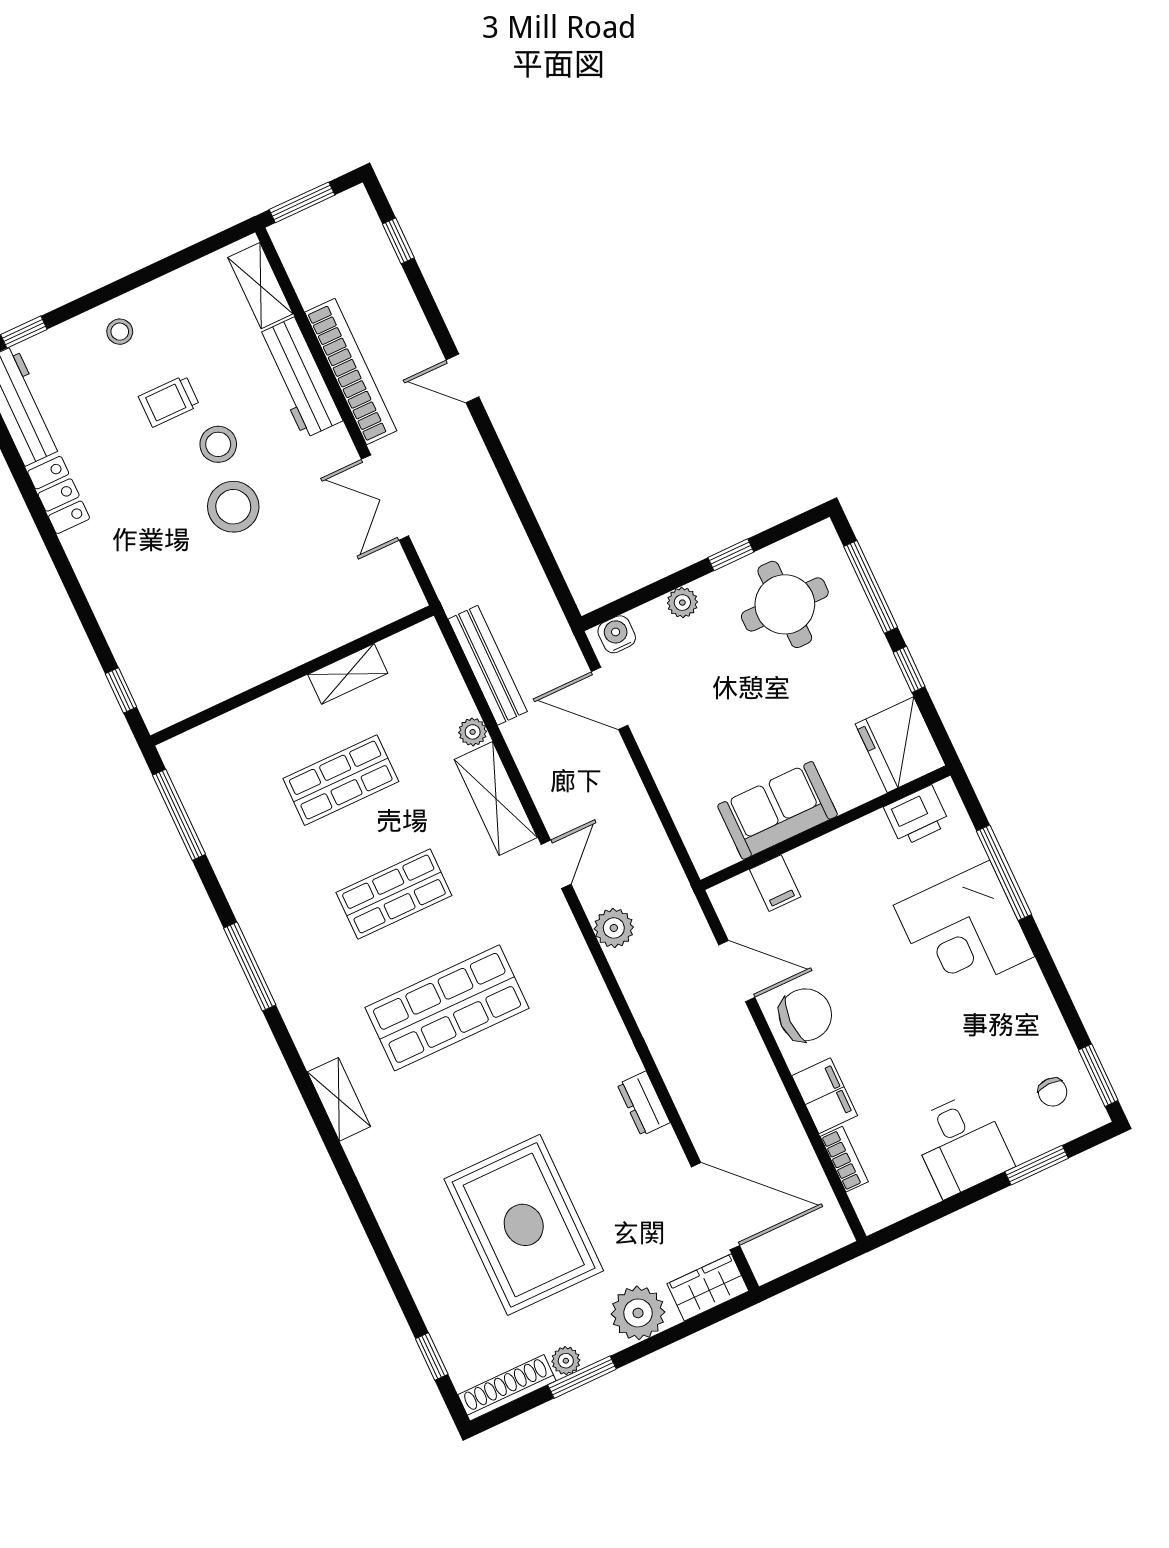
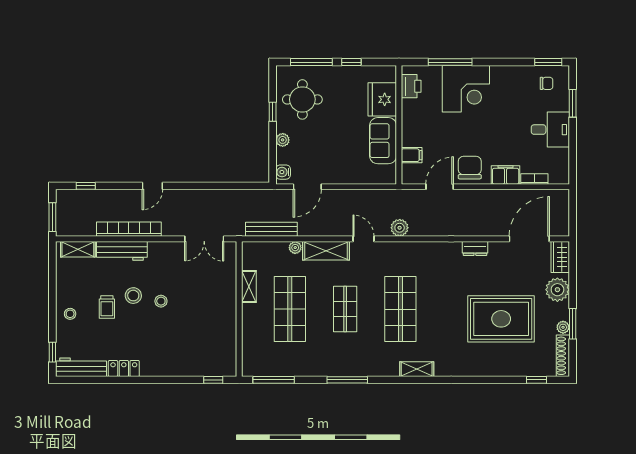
double door: (385, 498) -> (204, 239), moved
stool: (233, 507) -> (161, 301), width x0.53, depth x0.53
fridge: (900, 745) -> (382, 99), moved, turned 90
shop shelf: (341, 780) -> (290, 309), width x1.43, depth x1.36

